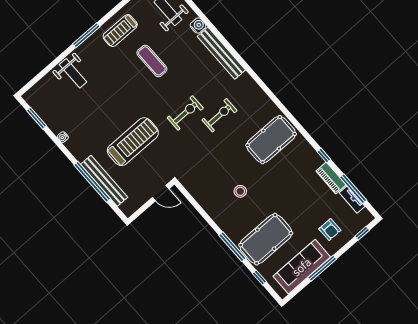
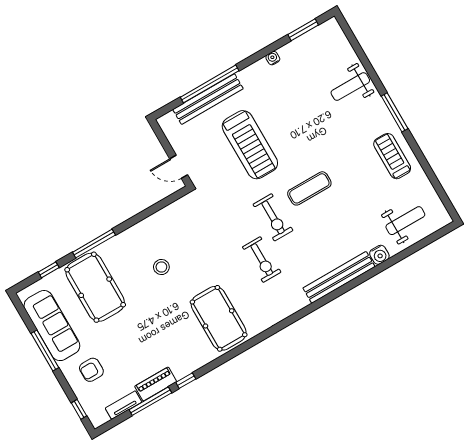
exercise mat: (152, 61) -> (309, 188), moved
window: (353, 189) -> (150, 401), moved
door: (161, 193) -> (179, 167), hinge flipped

